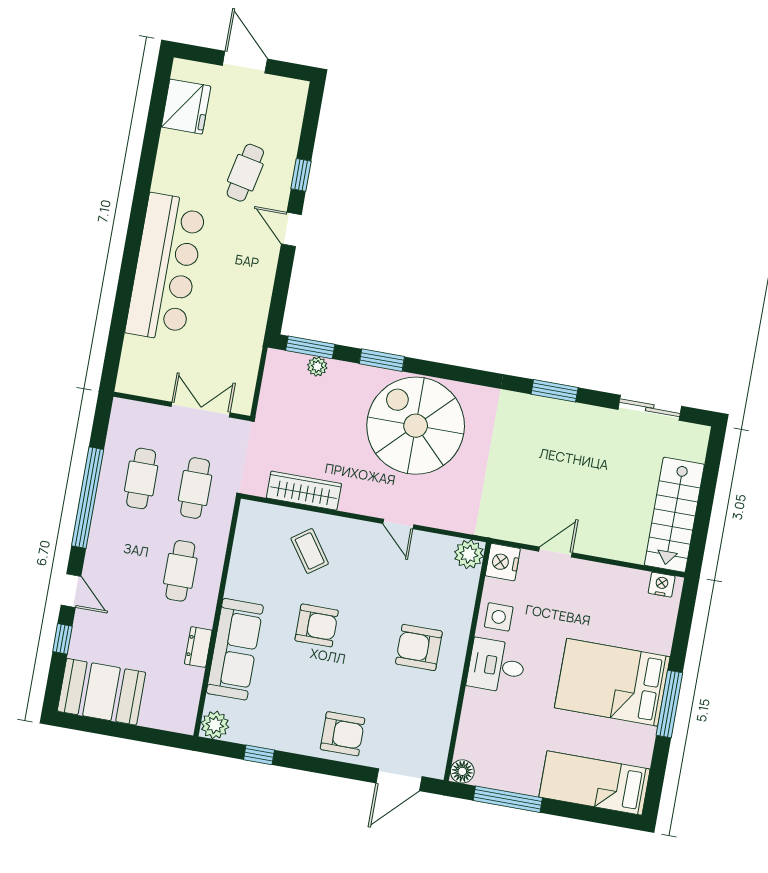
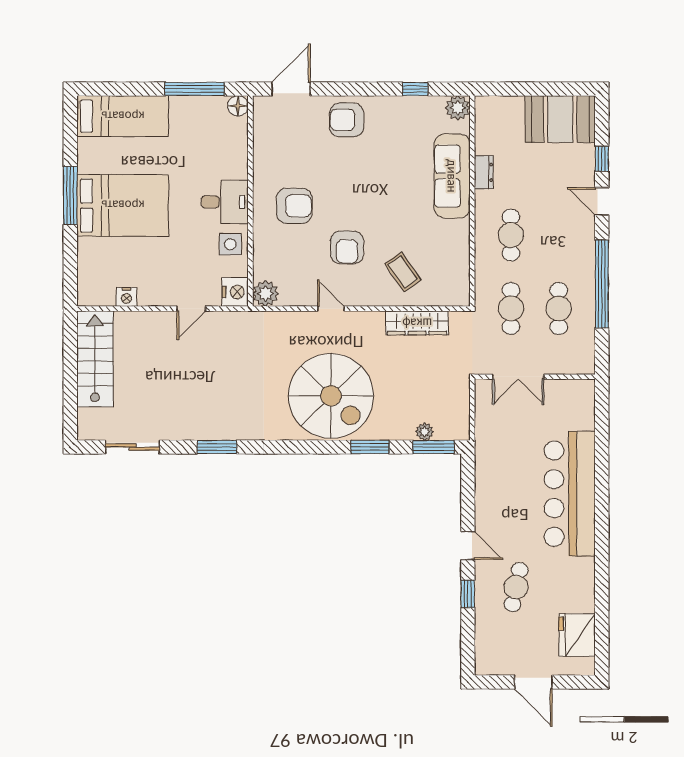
nightstand: (662, 585) -> (126, 297), moved
armchair: (317, 625) -> (347, 247), moved, turned -90

